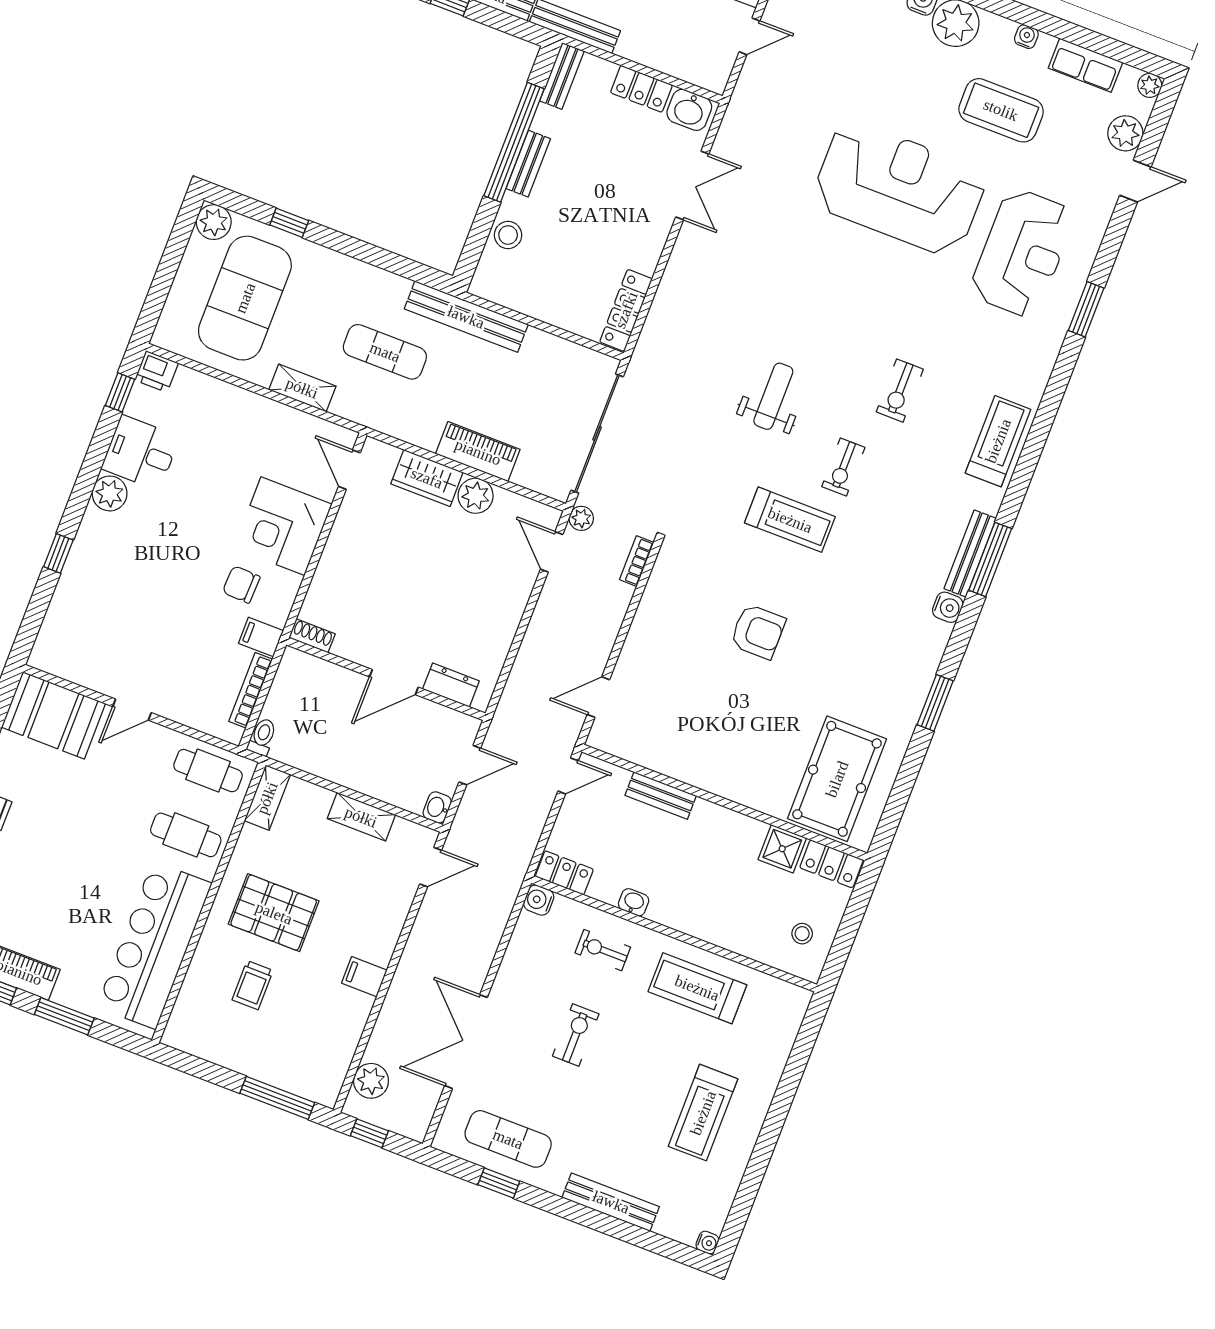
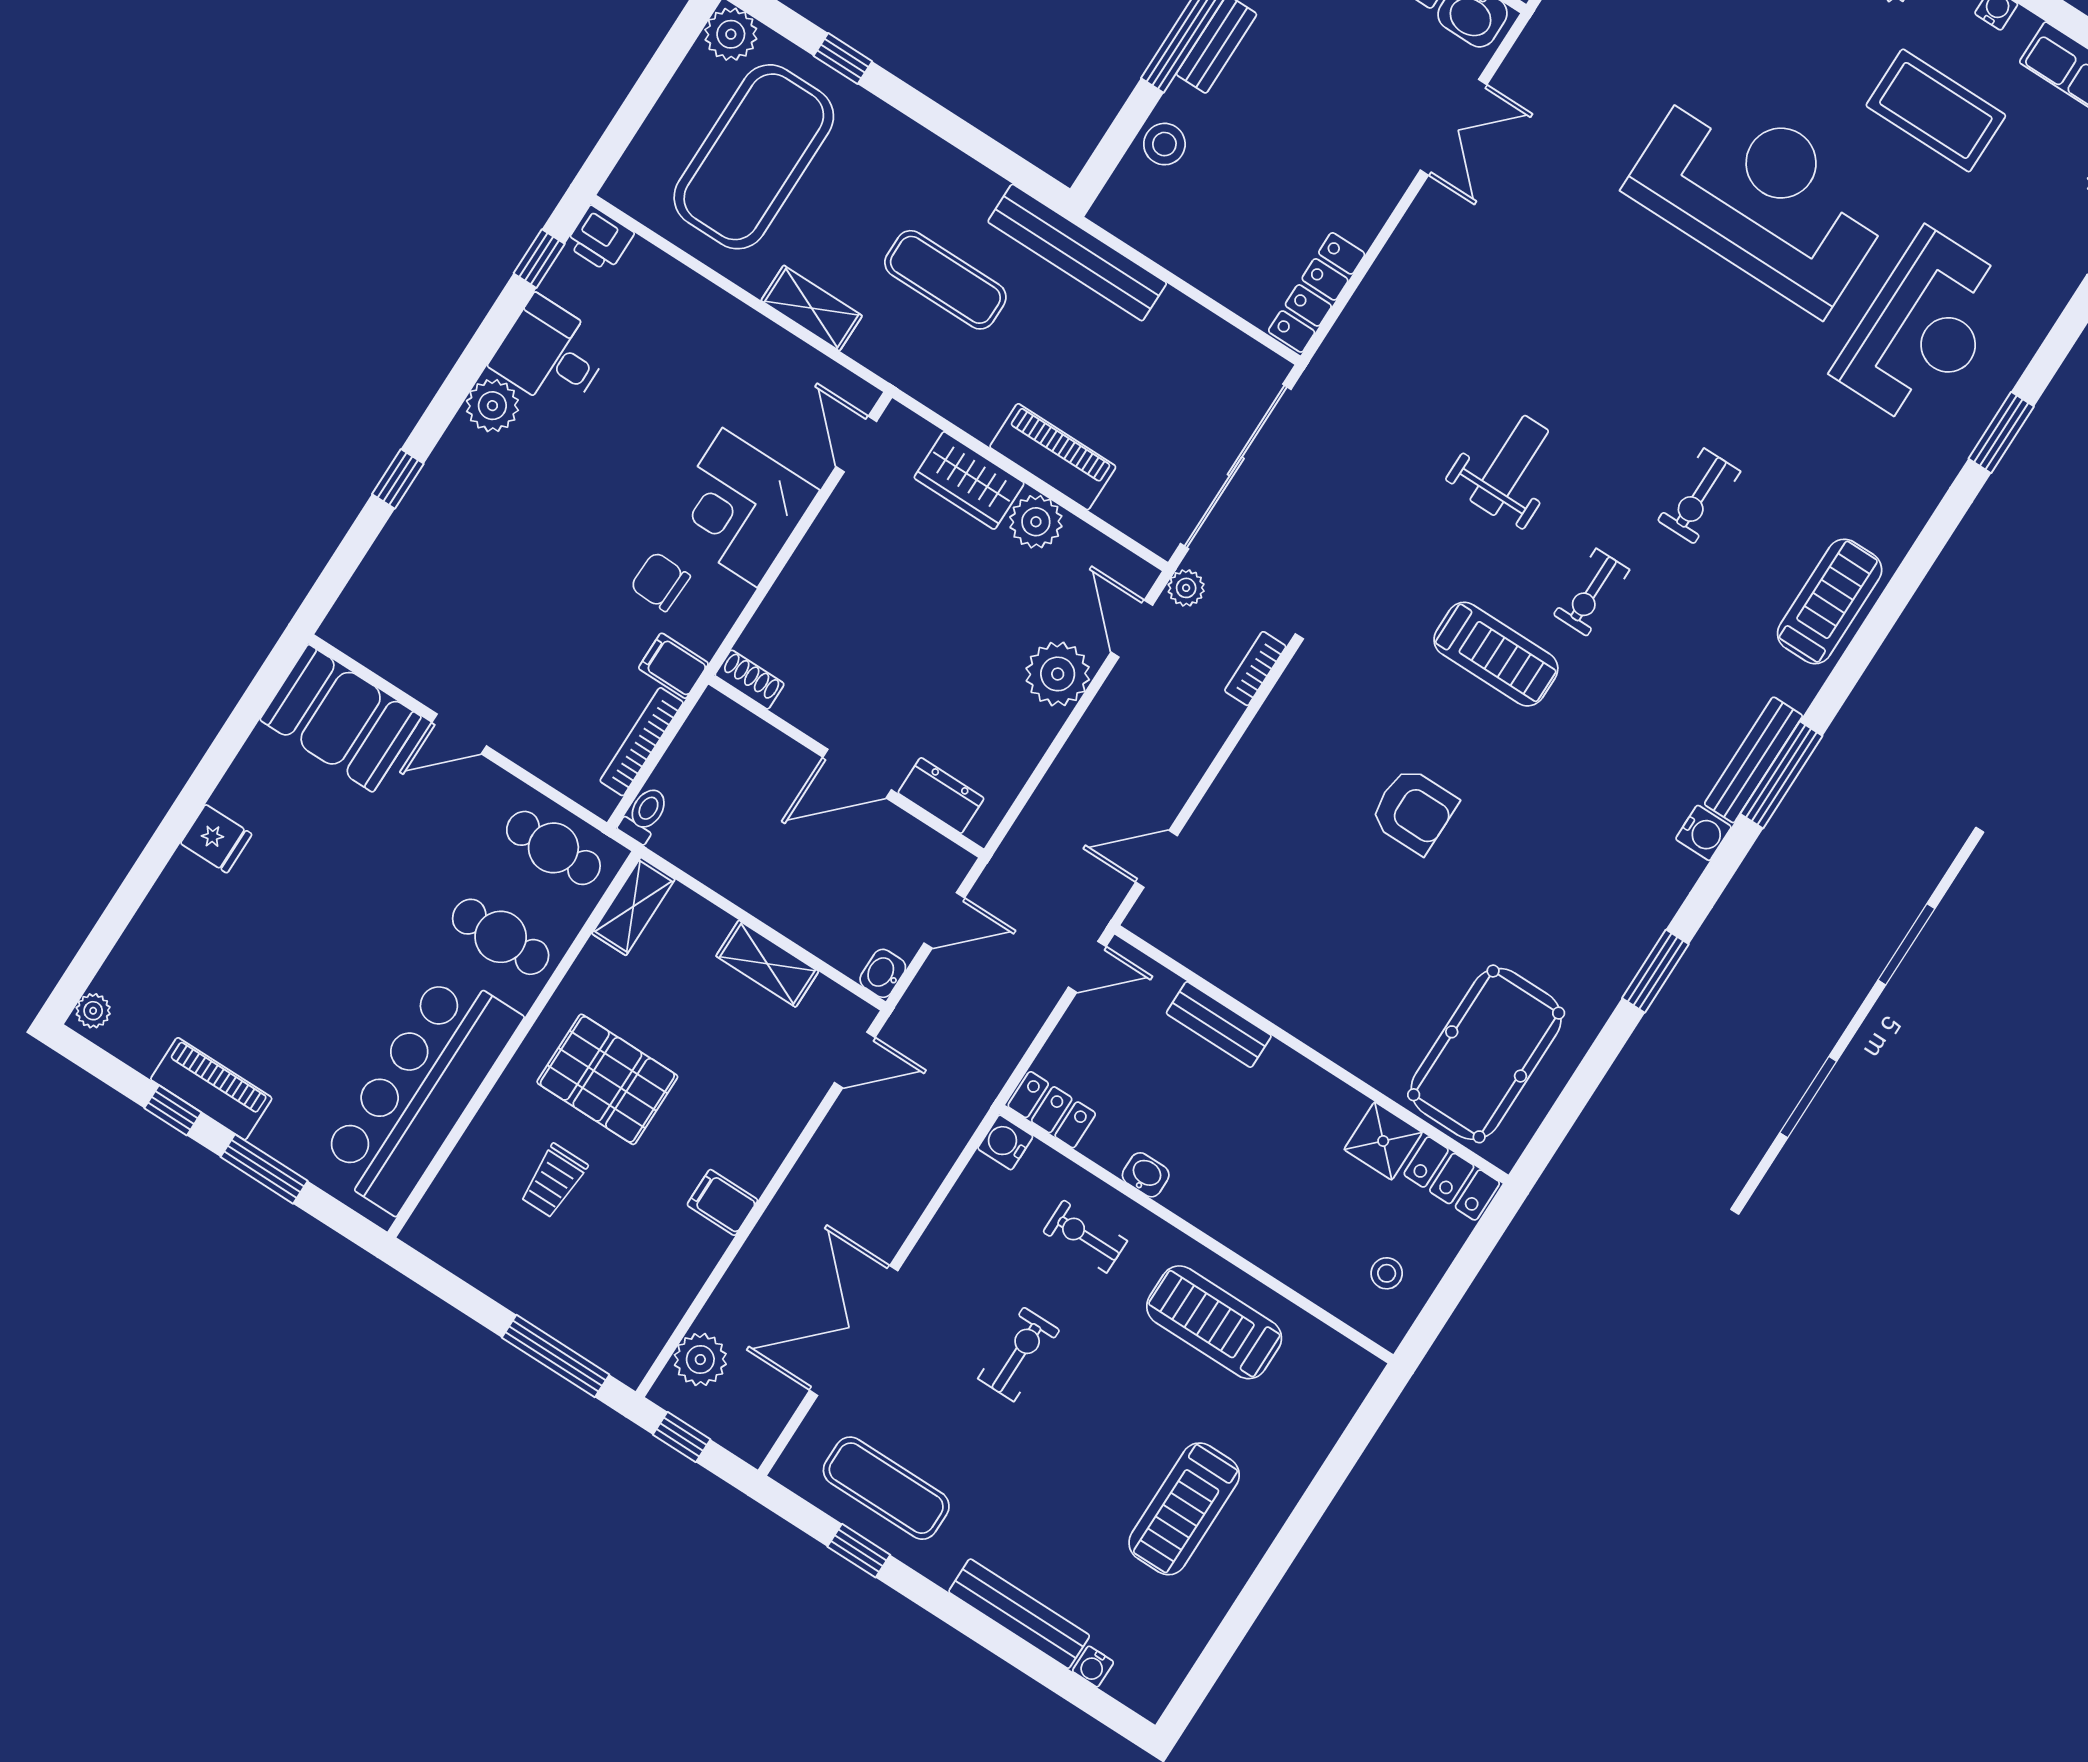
plant: (510, 591) -> (1058, 674), added
water cooler: (707, 1243) -> (1093, 1667), moved, turned 90

